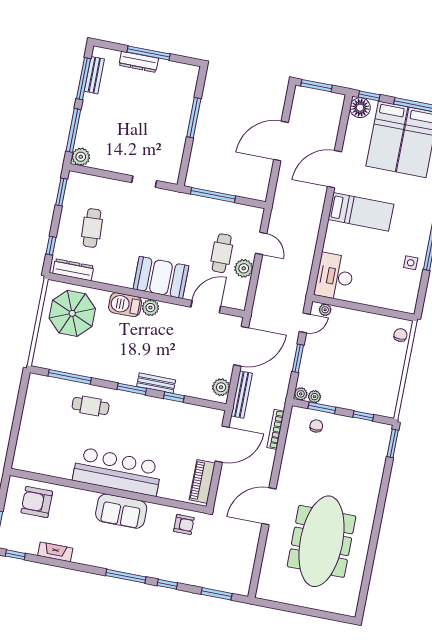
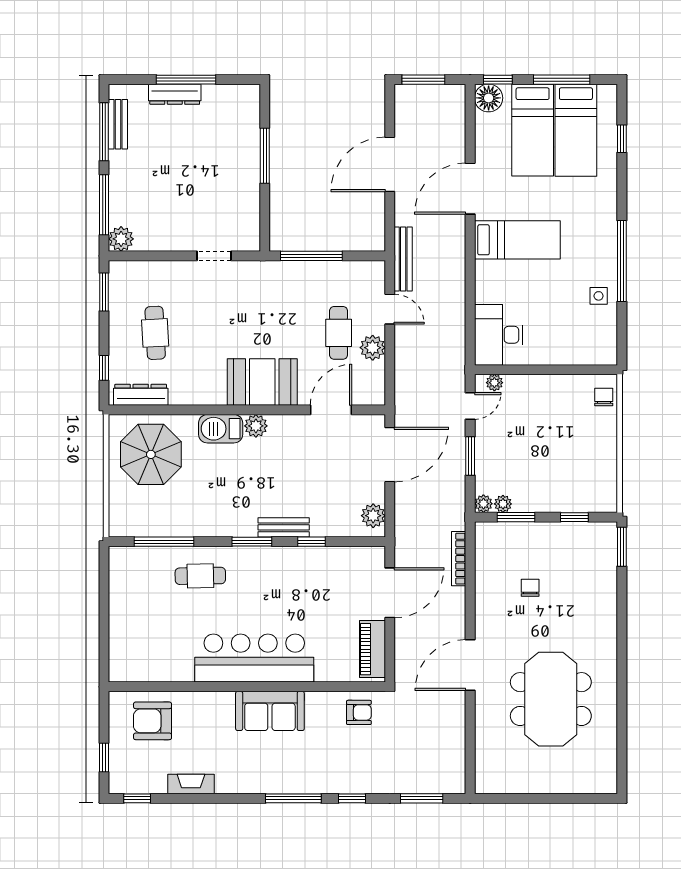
bench: (242, 395) -> (403, 259), moved
chair: (316, 426) -> (530, 588), moved
meeting table: (321, 541) -> (551, 699), width x0.73

